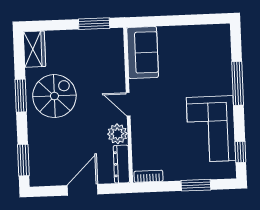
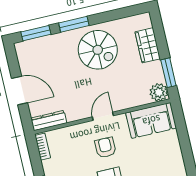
wardrobe: (34, 49) -> (148, 45), moved, turned 90
window: (21, 96) -> (74, 24), moved
armchair: (163, 108) -> (105, 147), added
plant: (117, 134) -> (159, 92), moved

